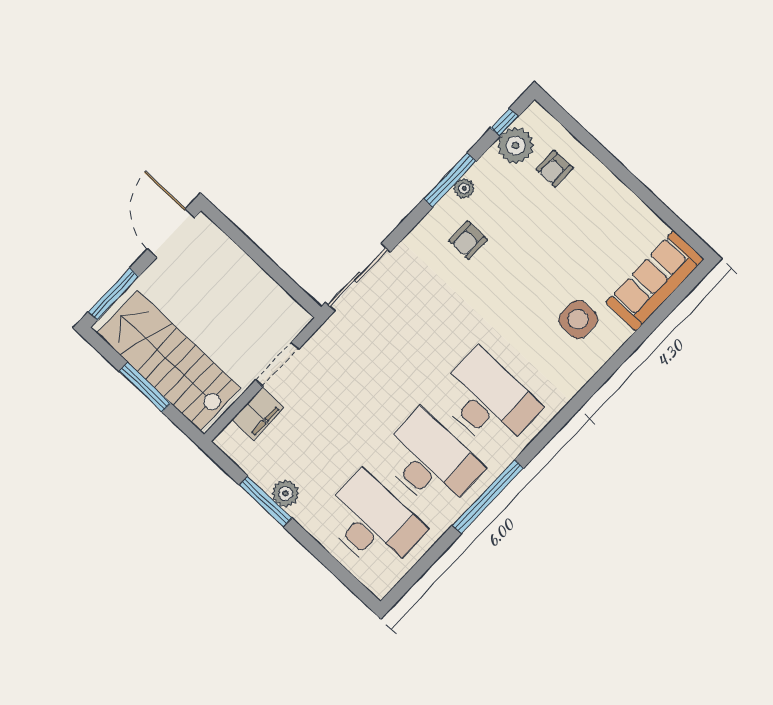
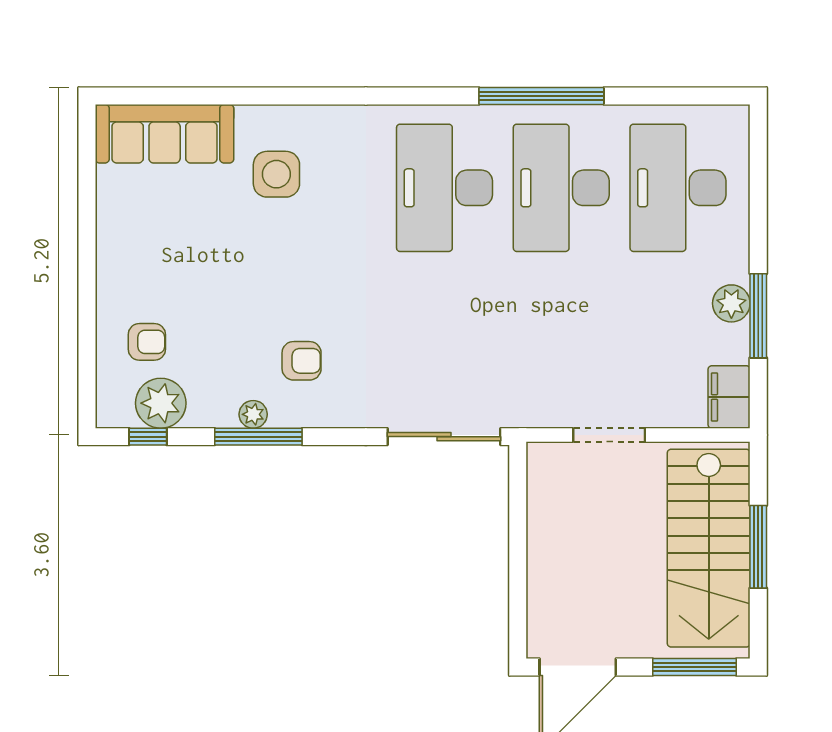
filing cabinet: (258, 414) -> (729, 397), moved, turned -90

